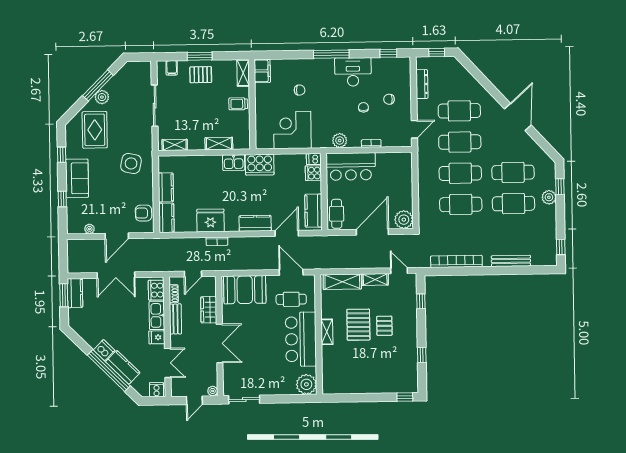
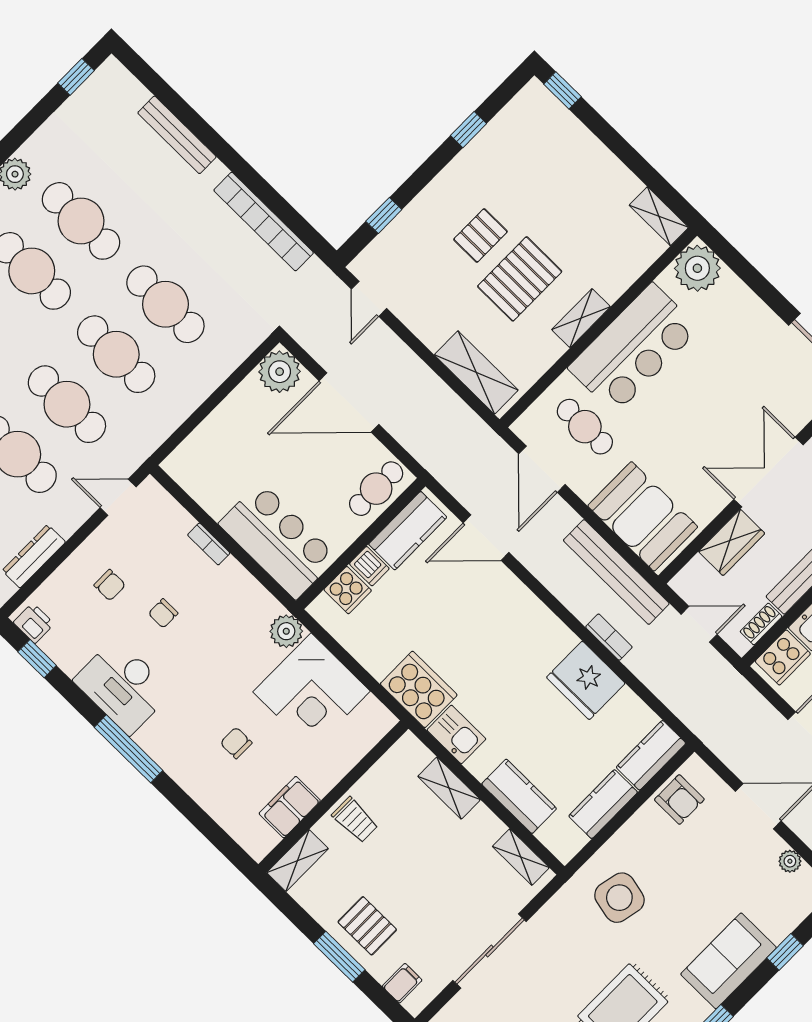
printer: (401, 63) -> (34, 623), added
filing cabinet: (262, 71) -> (290, 807), moved
plant: (340, 141) -> (286, 631), moved
dishwasher: (314, 159) -> (369, 566), moved
kitchen counter: (255, 223) -> (519, 796), moved, turned 180
bench: (235, 264) -> (616, 572), added
shelving: (375, 279) -> (659, 216), moved

